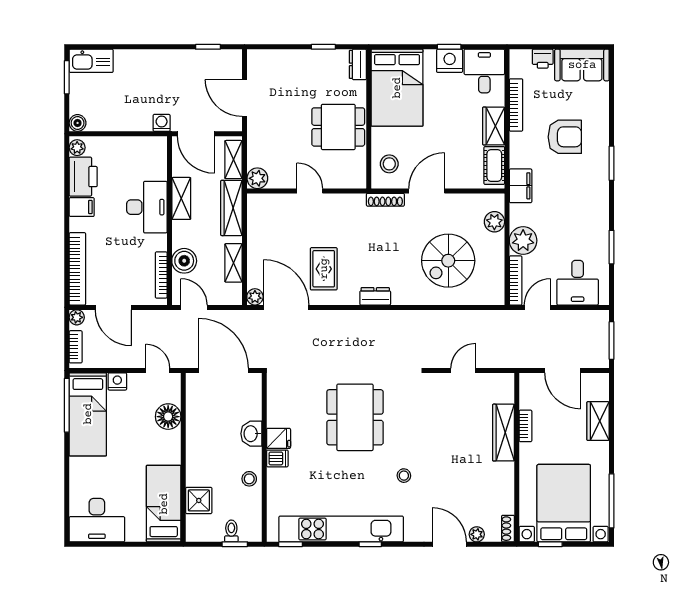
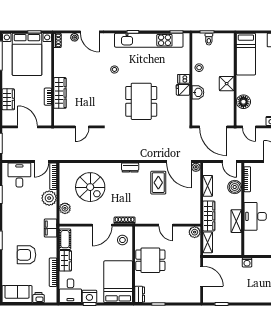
door: (196, 134) -> (228, 257), removed
spiral stairs: (448, 261) -> (90, 187), turned 90
shower: (199, 500) -> (227, 84), moved

